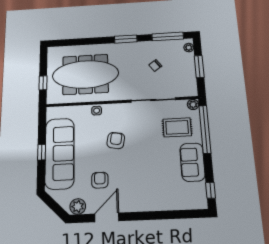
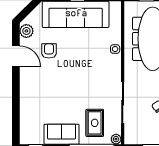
armchair: (116, 141) -> (85, 66), removed
armchair: (100, 180) -> (49, 51), turned -90

